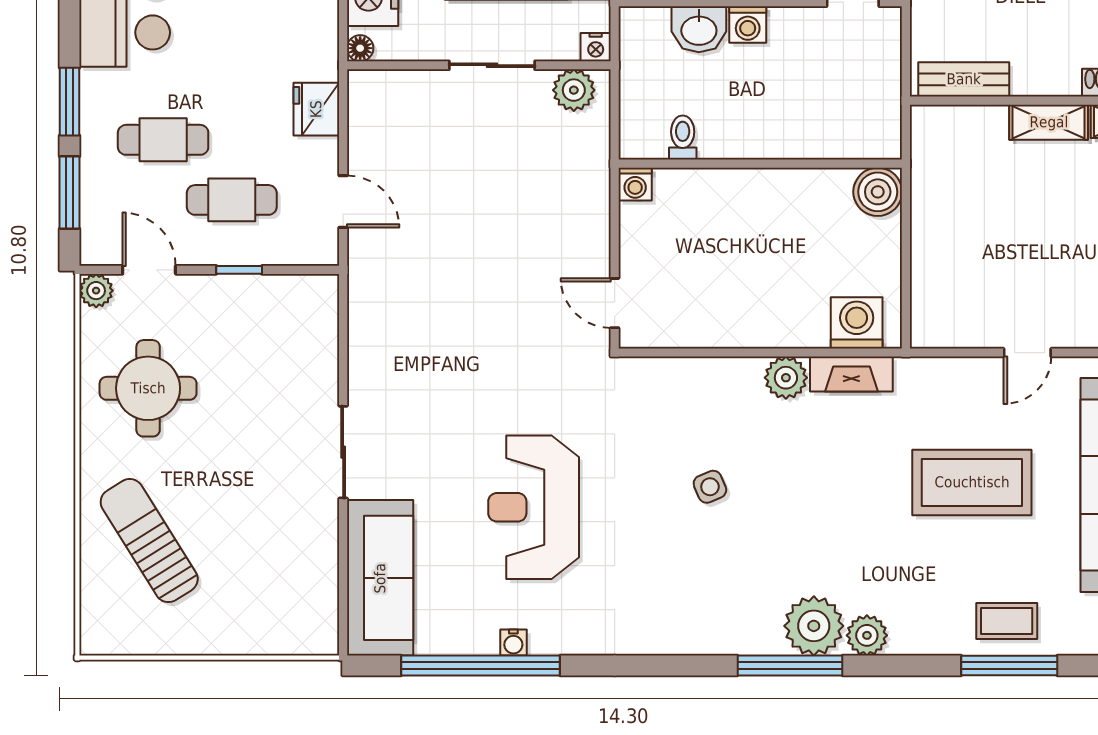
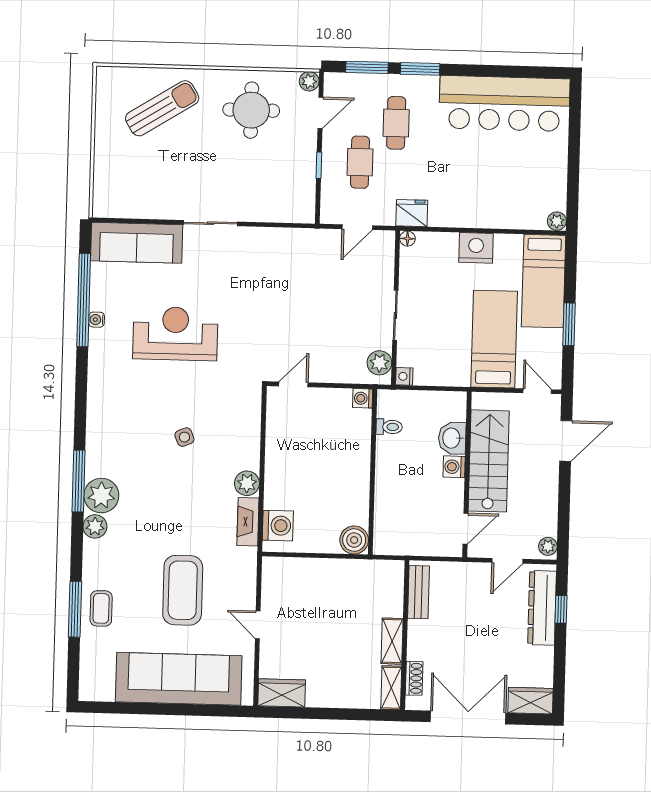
nightstand: (596, 47) -> (404, 376), moved
floor lamp: (360, 48) -> (407, 239), moved
wall: (479, 65) -> (396, 308), moved
sliding door: (492, 65) -> (395, 315), moved
plant: (574, 90) -> (379, 363), moved

